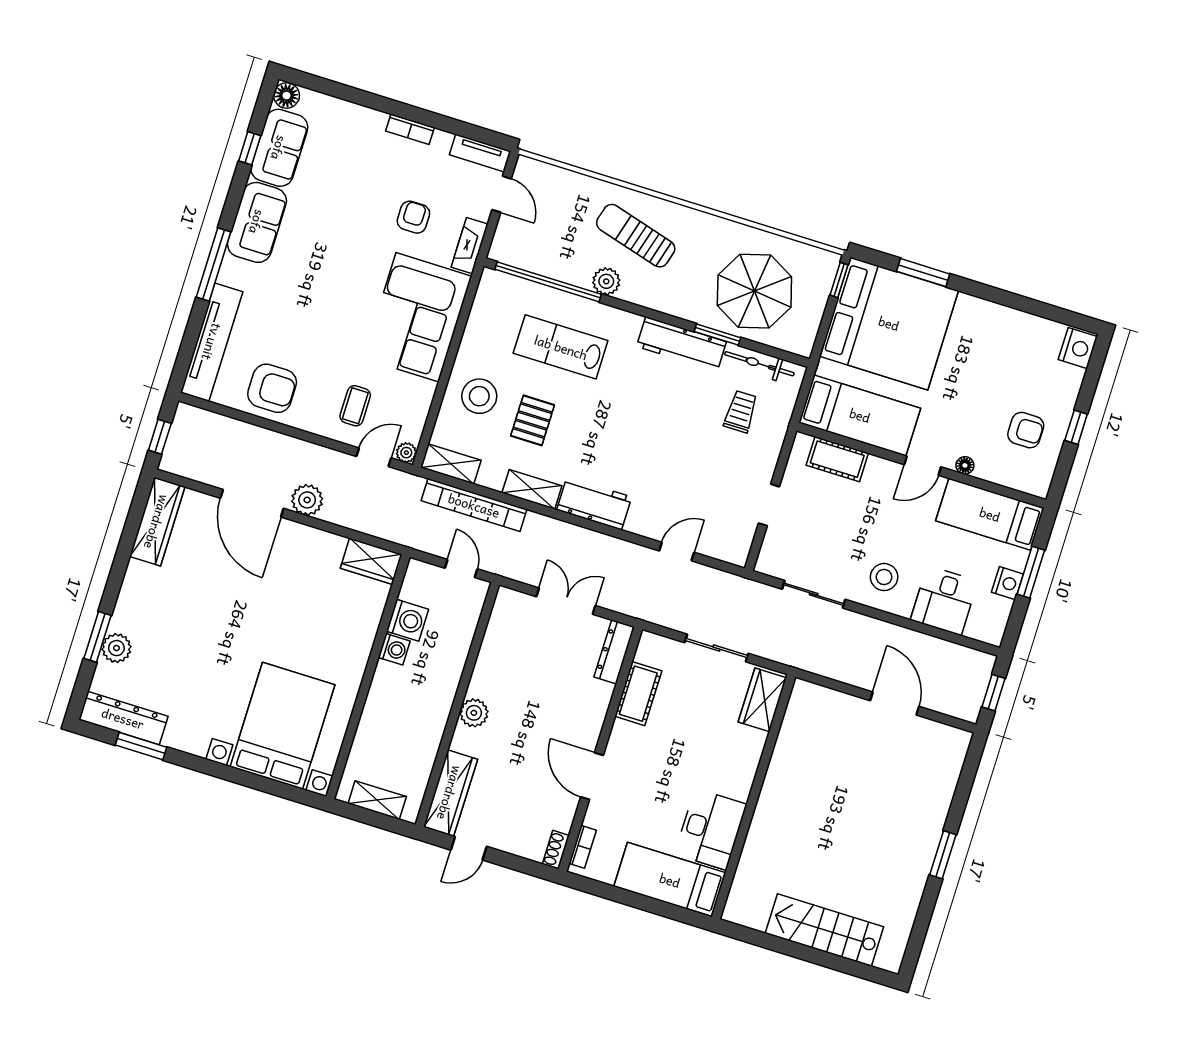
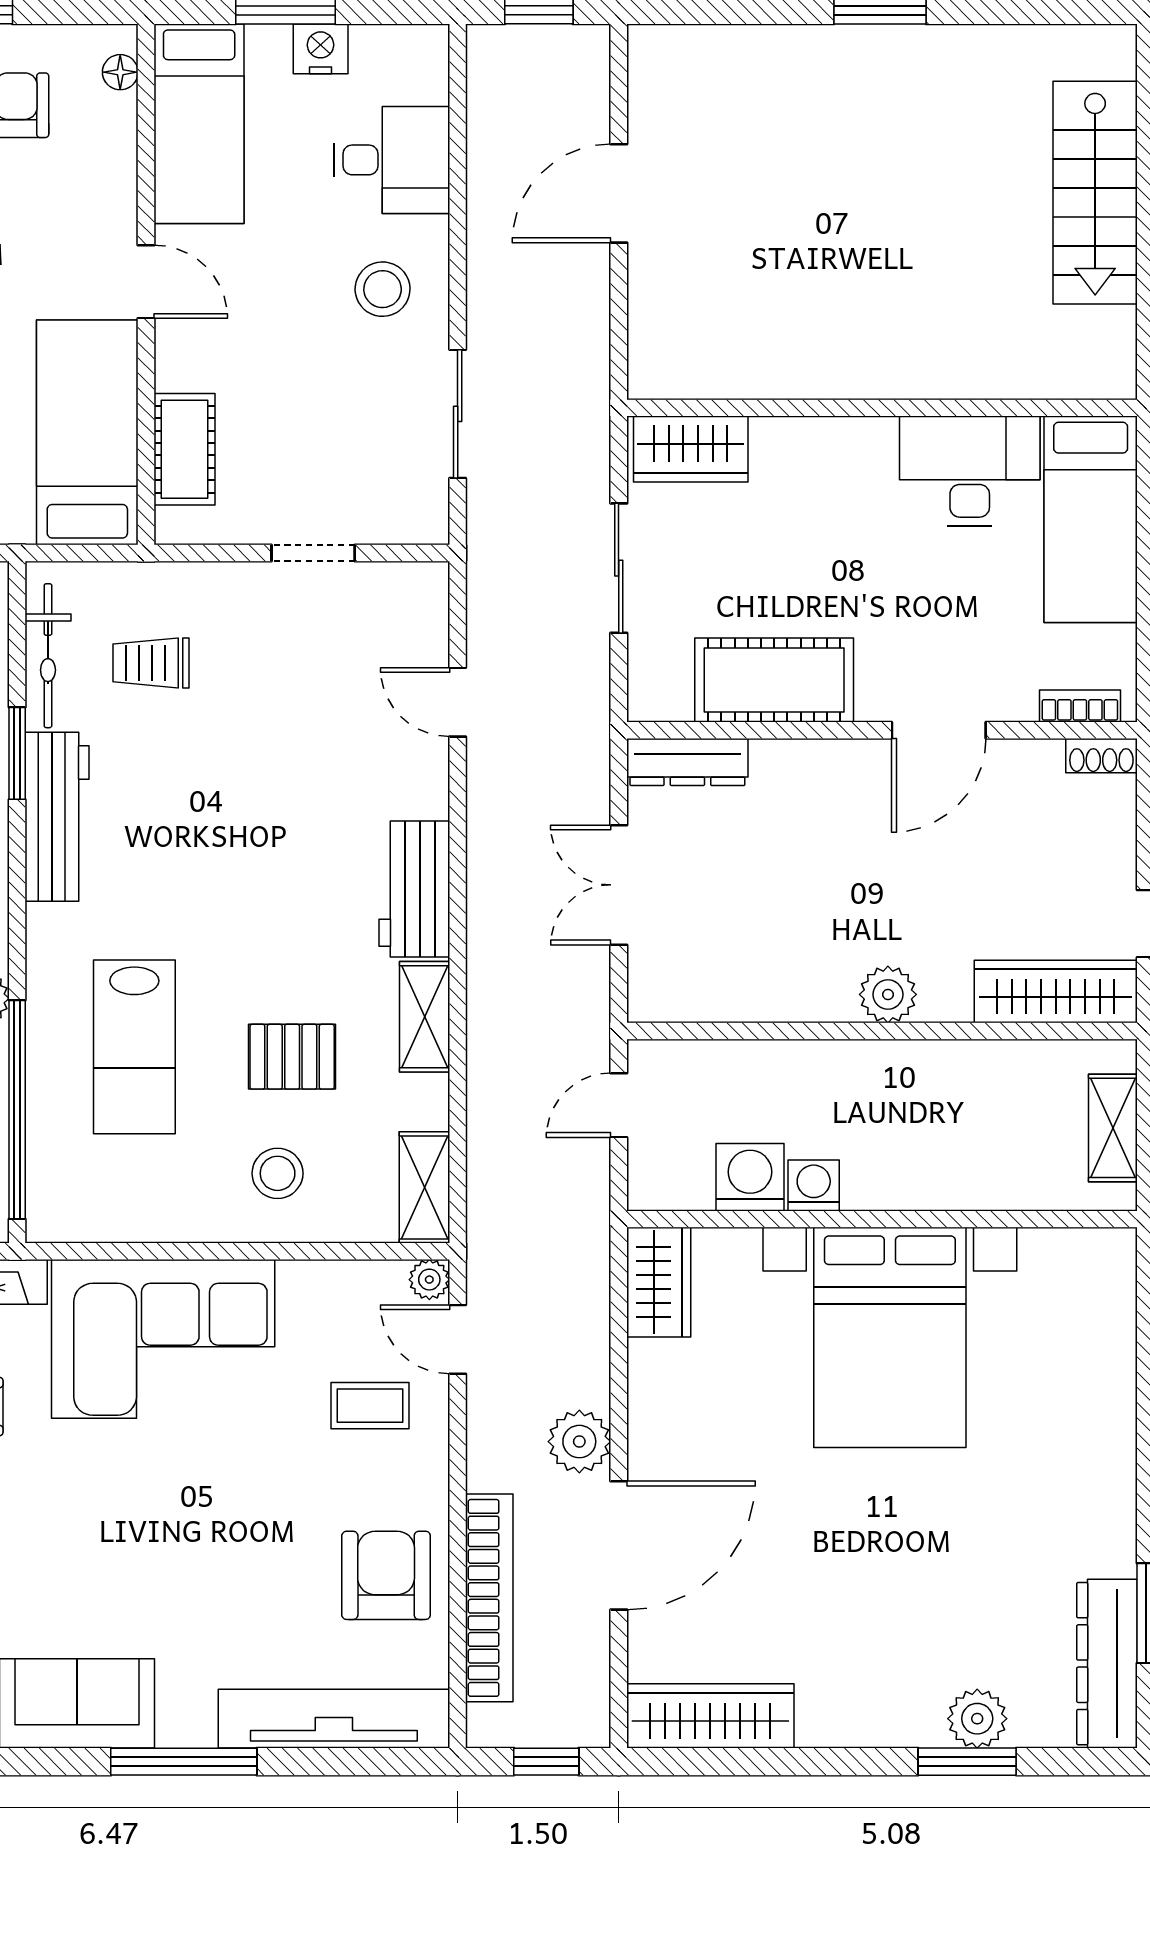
stool: (479, 396) -> (278, 1173), width x0.73, depth x0.73
floor lamp: (965, 465) -> (120, 72), moved
bookcase: (474, 505) -> (489, 1598), moved
cot: (638, 694) -> (774, 680), width x1.37, depth x1.34
bed with nightstands: (282, 726) -> (890, 1337), moved, turned -90

